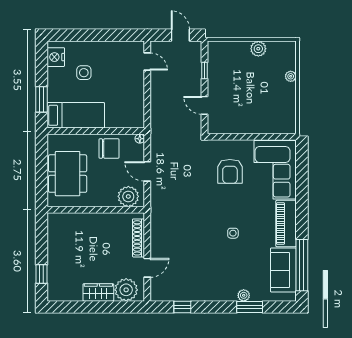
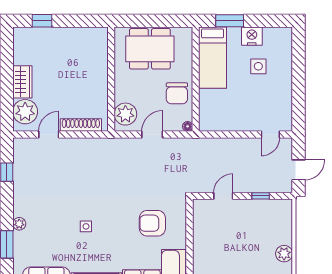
nightstand: (56, 57) -> (252, 36), moved
door: (147, 268) -> (49, 134), swing flipped
plant: (244, 295) -> (19, 224), moved

